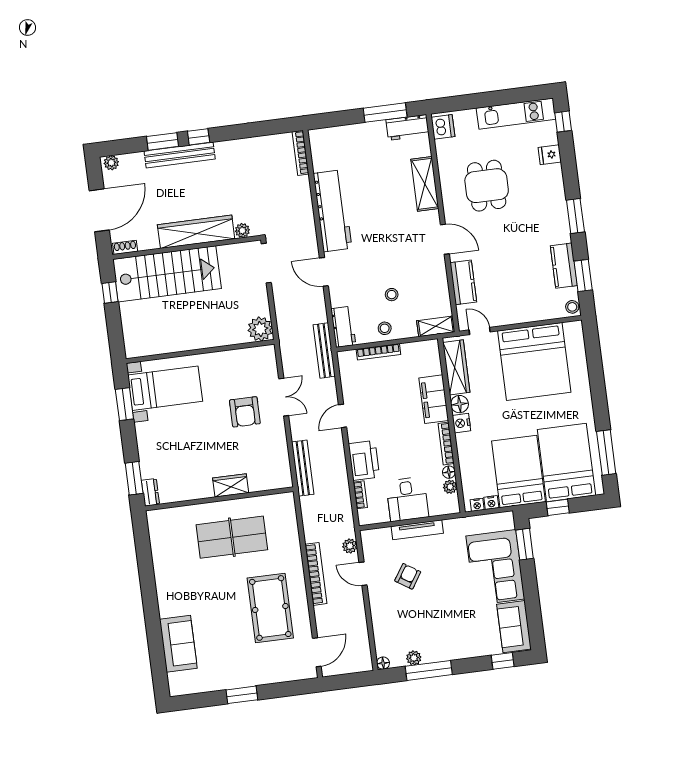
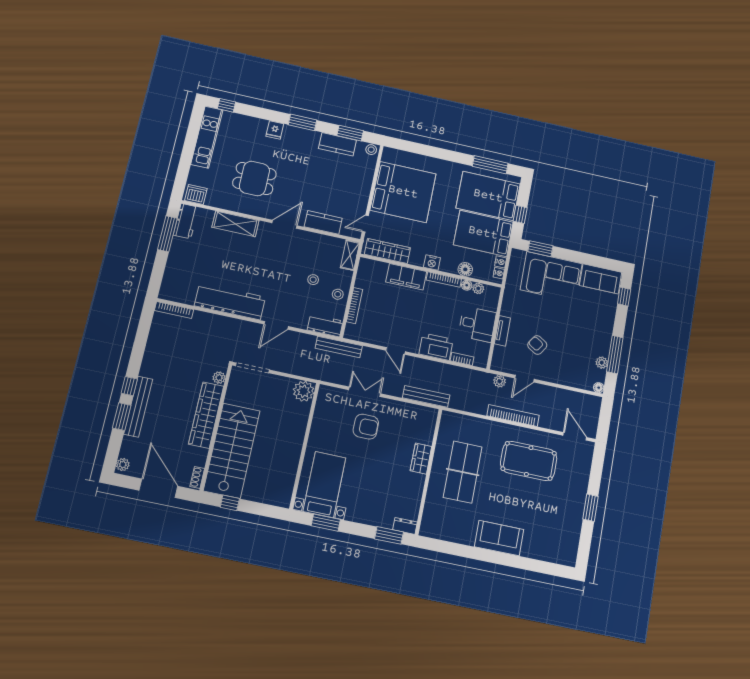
fridge: (550, 155) -> (275, 130), moved
floor lamp: (460, 404) -> (465, 269), moved
tv unit: (417, 530) -> (502, 331), width x0.71
sofa: (178, 644) -> (499, 538), moved

